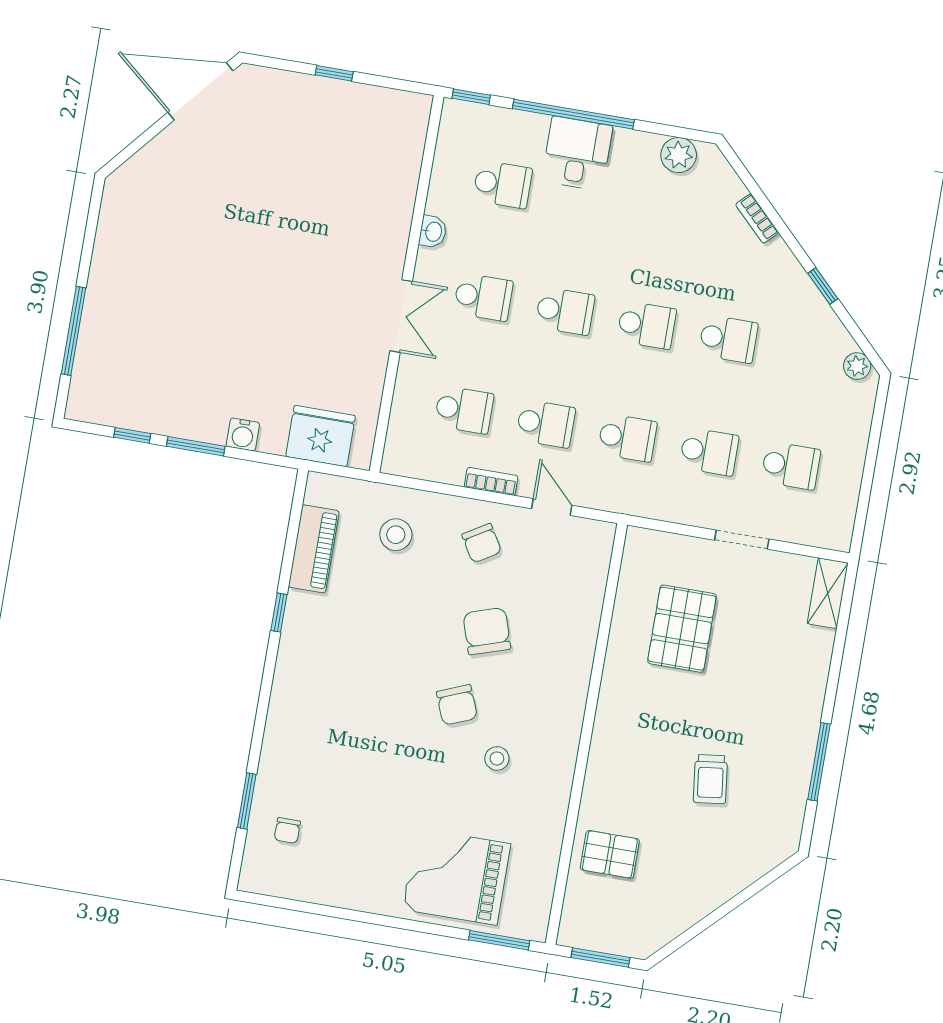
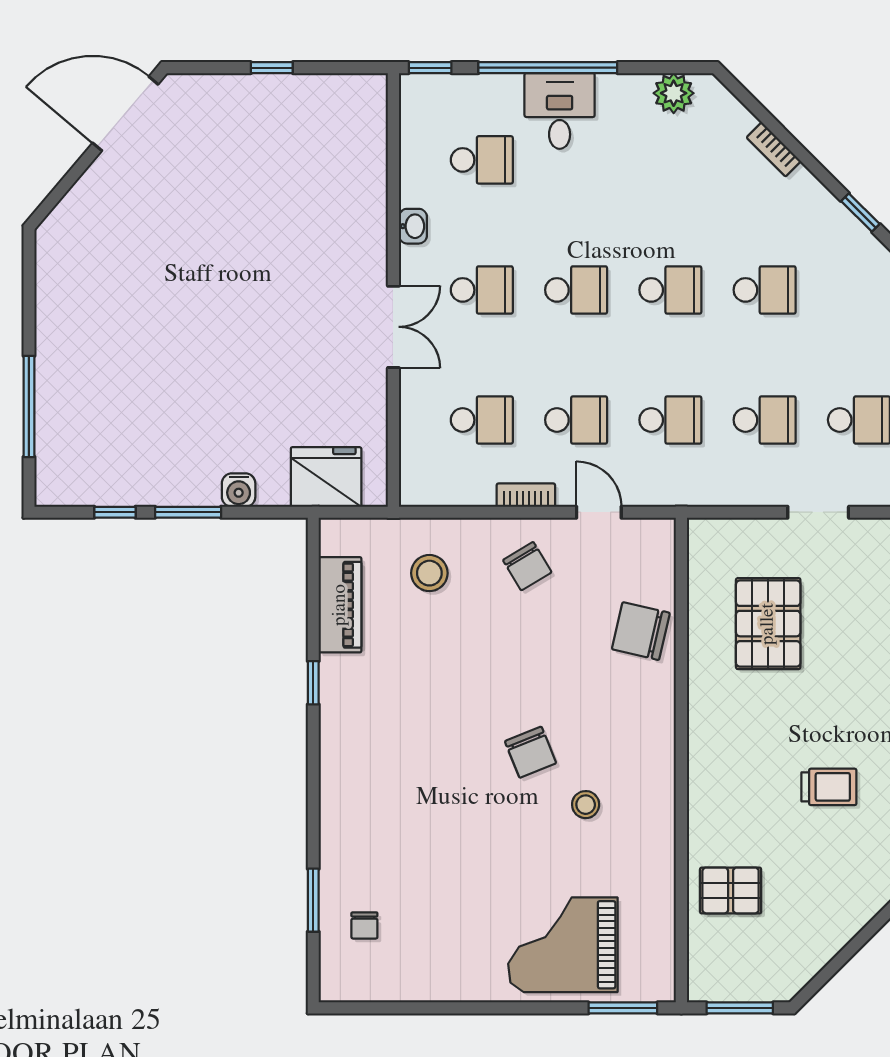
chair: (487, 631) -> (641, 631), moved, turned -59
trolley: (710, 779) -> (829, 787), turned -83

